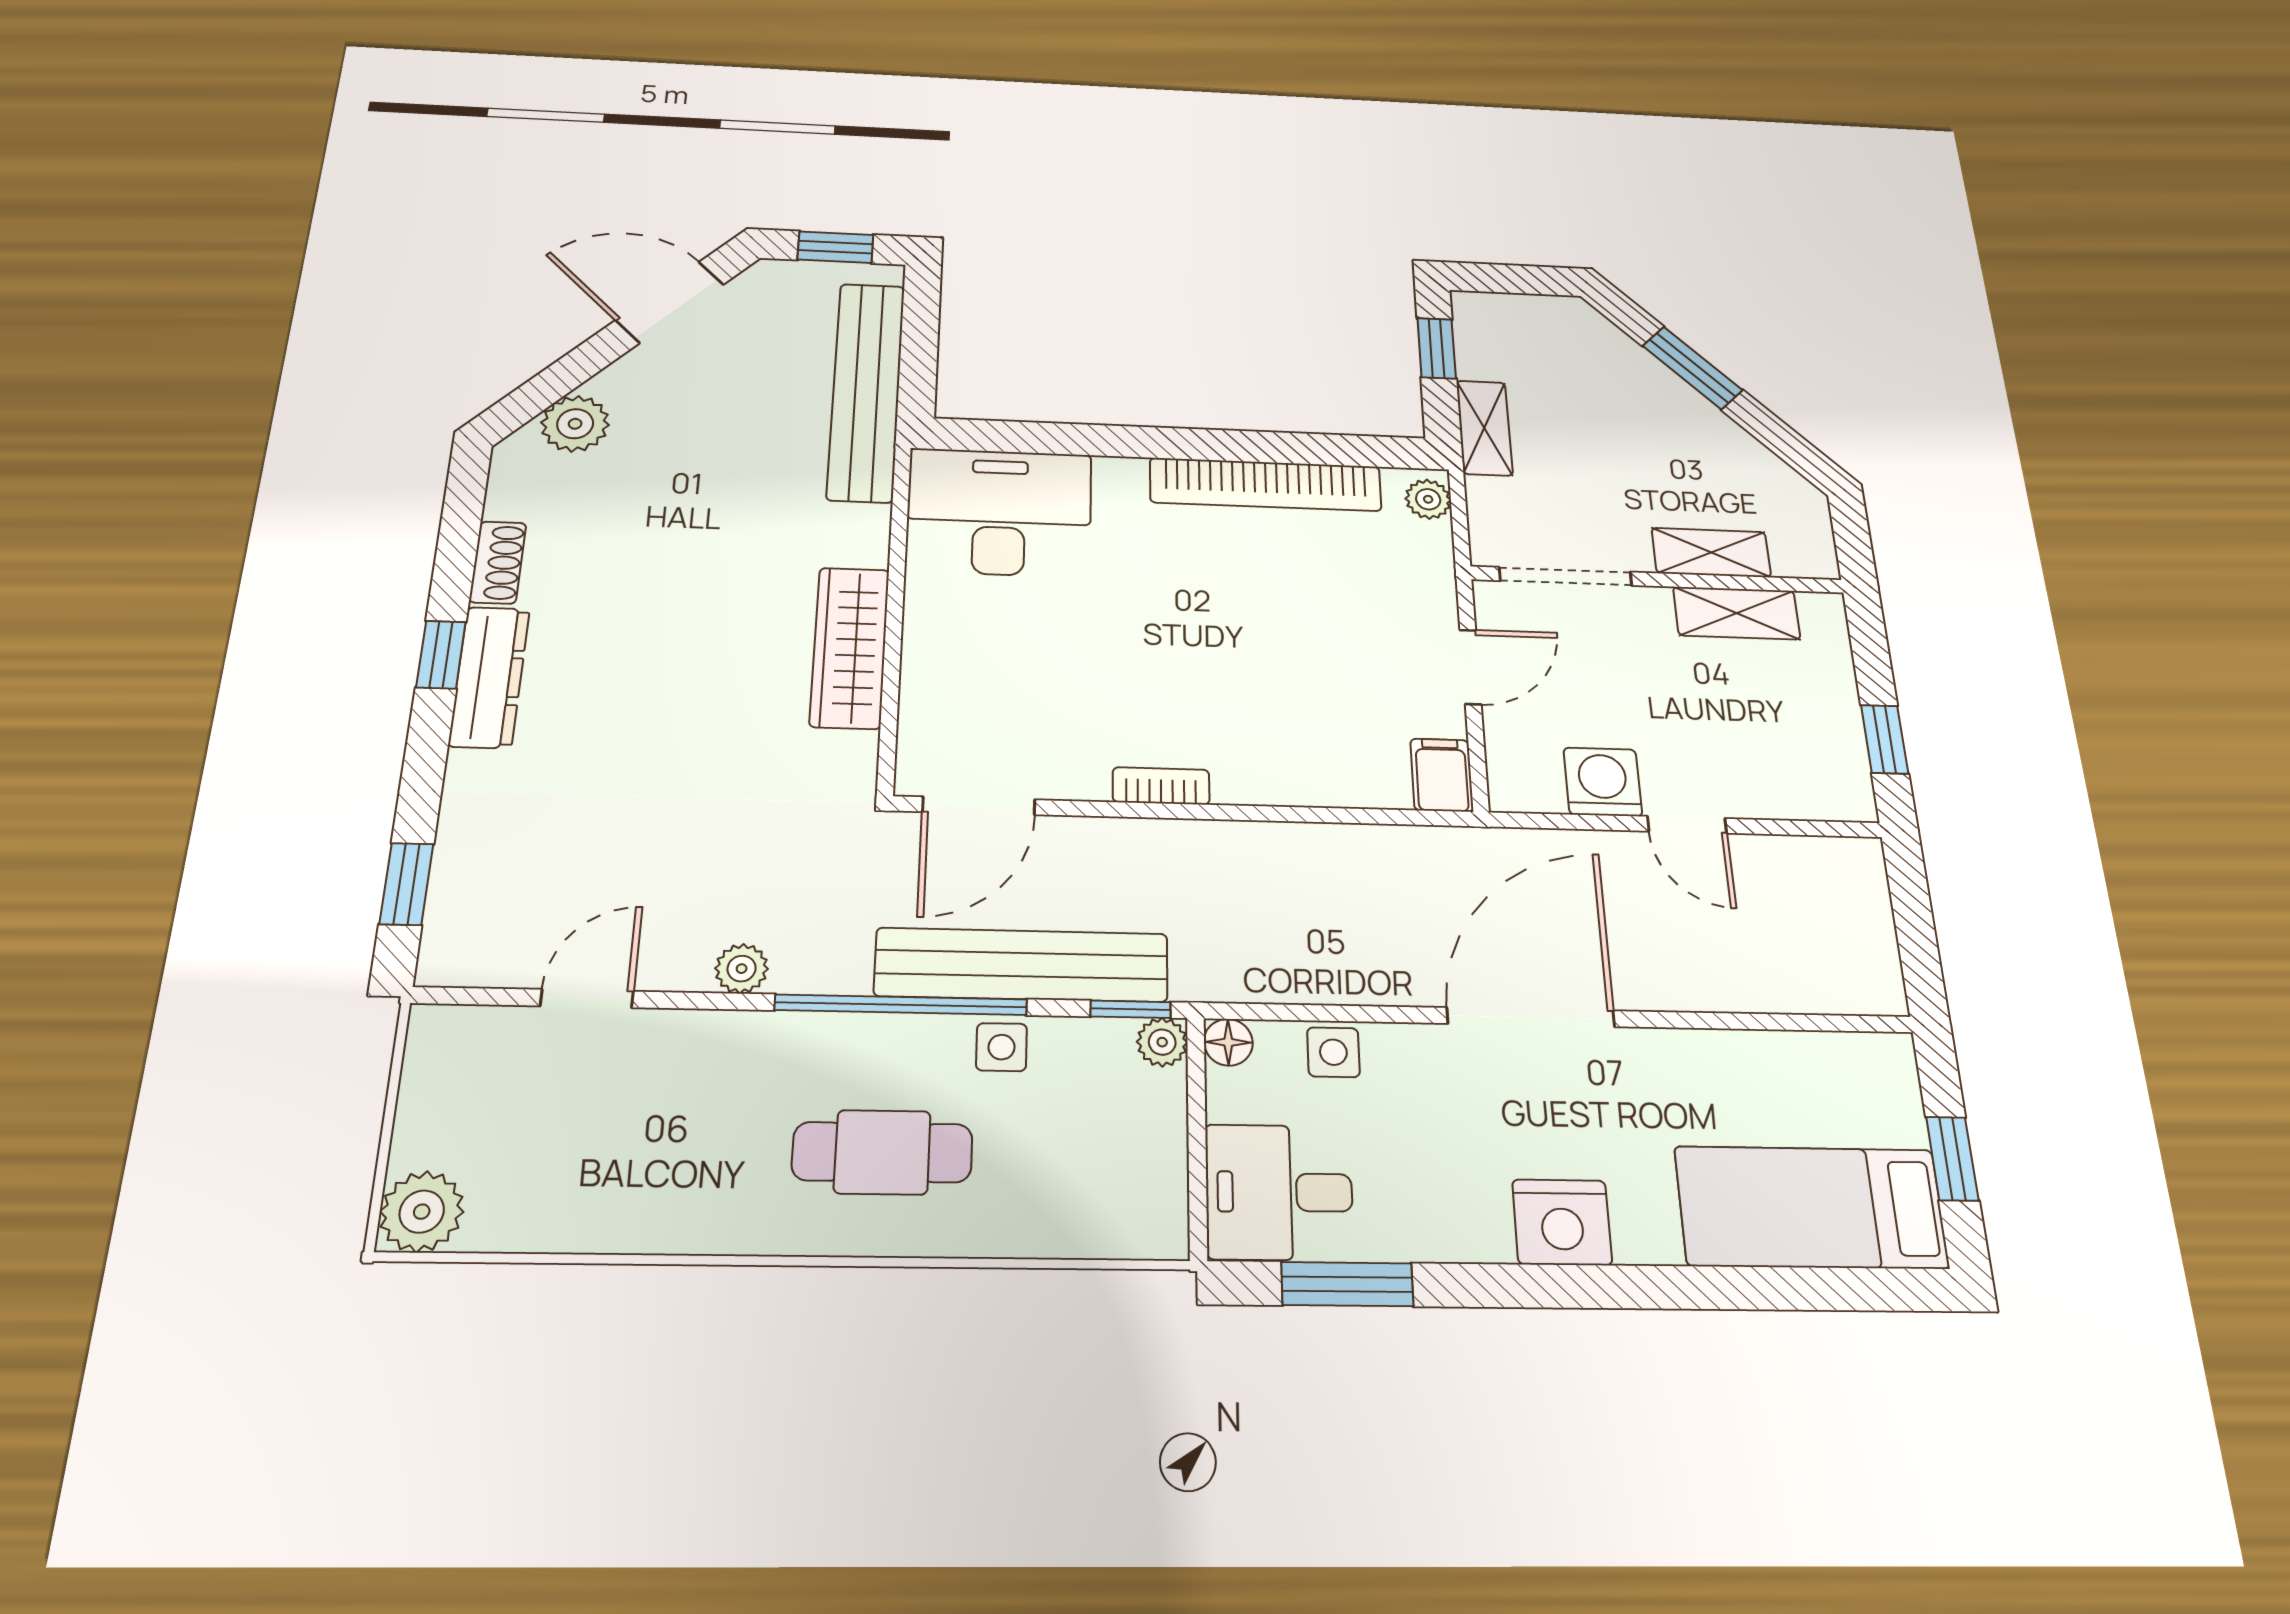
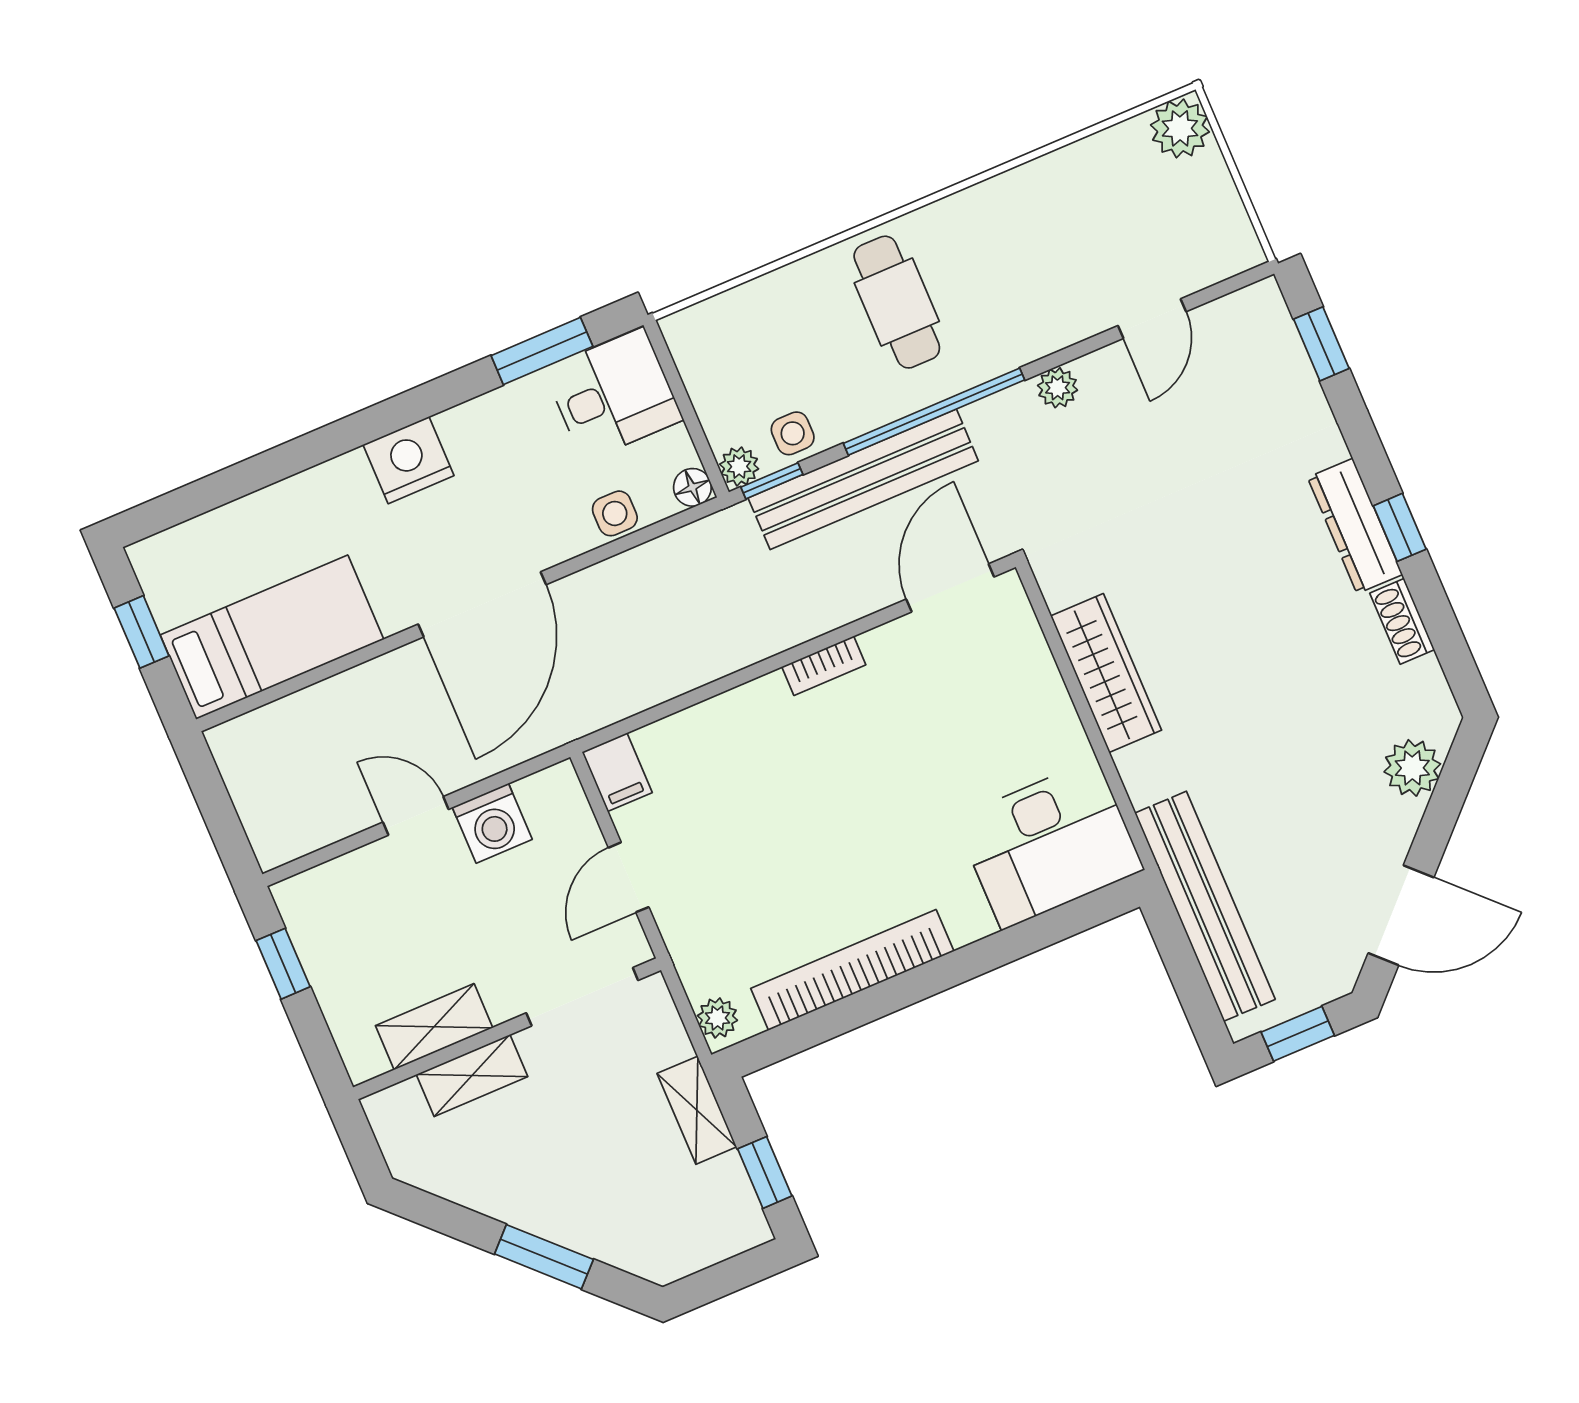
side table: (1001, 1047) -> (793, 433), moved
cafe table: (882, 1152) -> (897, 302), turned 90
bed: (1811, 1207) -> (272, 637), moved

